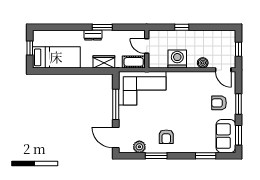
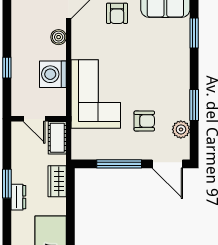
door: (147, 46) -> (34, 119), hinge flipped
corner sofa: (142, 88) -> (96, 94), moved
door: (116, 137) -> (167, 164), hinge flipped
armchair: (166, 137) -> (144, 121), moved

